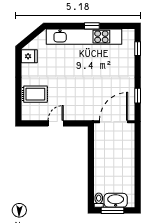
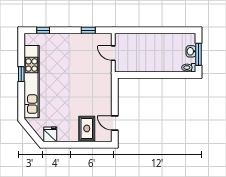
door: (114, 122) -> (113, 53), width x0.53
door: (56, 123) -> (115, 123), moved
washbasin: (116, 200) -> (191, 51), width x0.52, depth x0.69

